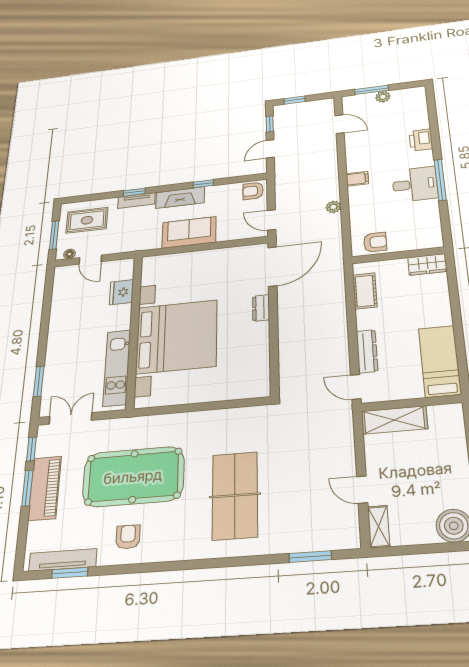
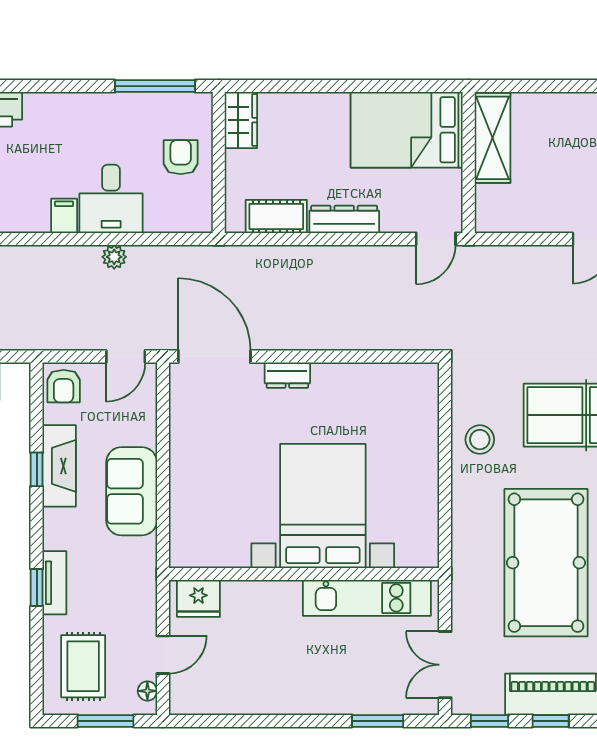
window: (440, 180) -> (155, 86), moved
desk: (415, 184) -> (111, 199), moved, turned 180
fireplace: (180, 198) -> (59, 466), moved
armchair: (375, 242) -> (181, 157), moved
fridge: (121, 292) -> (198, 598), moved
bed with nightstands: (177, 337) -> (323, 506), width x0.73
dresser: (367, 351) -> (344, 219), moved
bed: (440, 361) -> (407, 130), width x1.50
shelving: (394, 420) -> (492, 138), moved
stool: (218, 427) -> (480, 440), added
window: (27, 488) -> (551, 721), width x0.67

